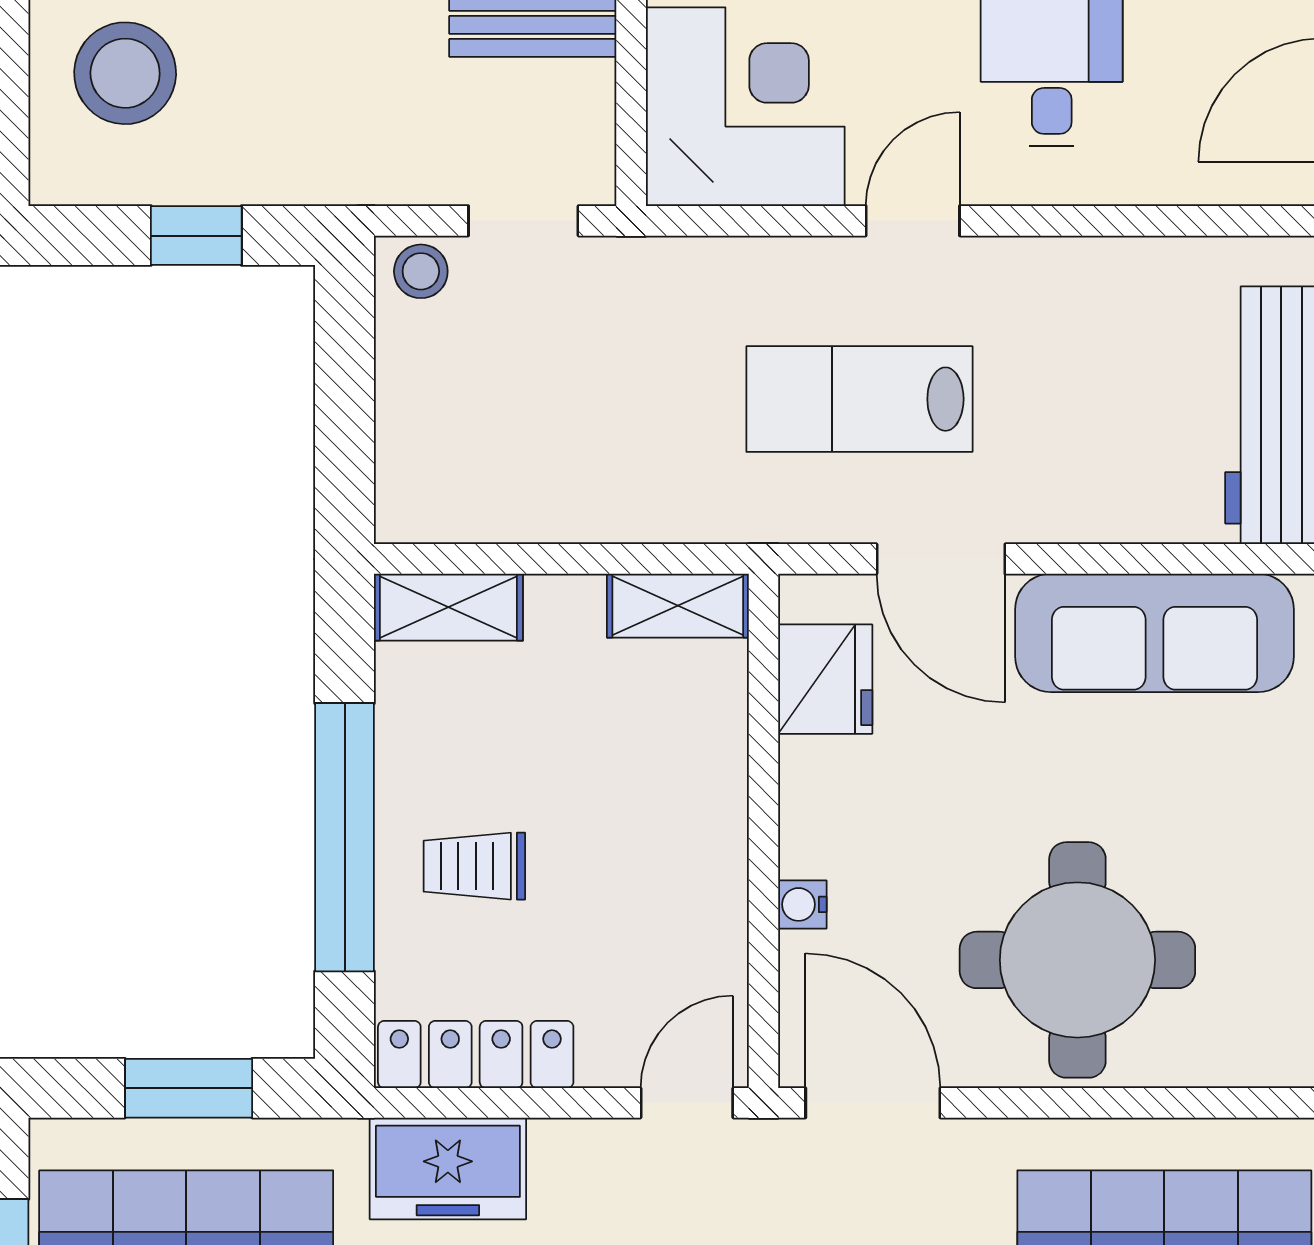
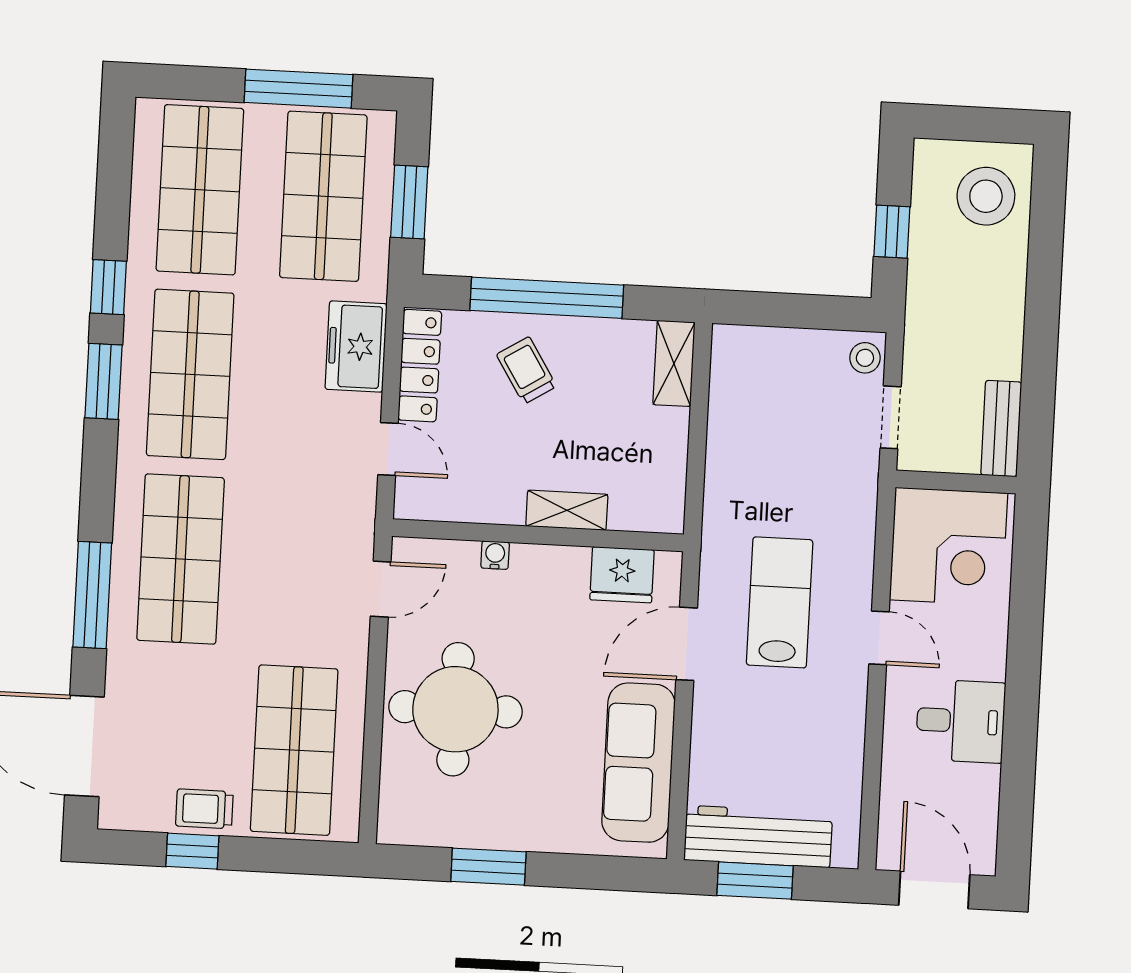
shelving: (678, 606) -> (567, 510), moved, turned 90
trolley: (474, 866) -> (527, 370), turned -32
door: (687, 1103) -> (388, 449), moved
door: (873, 1103) -> (381, 589), width x0.73

